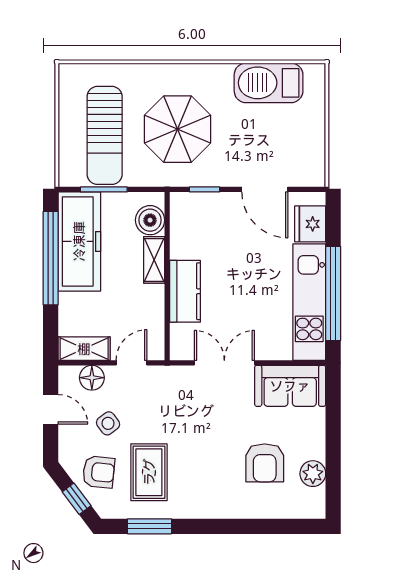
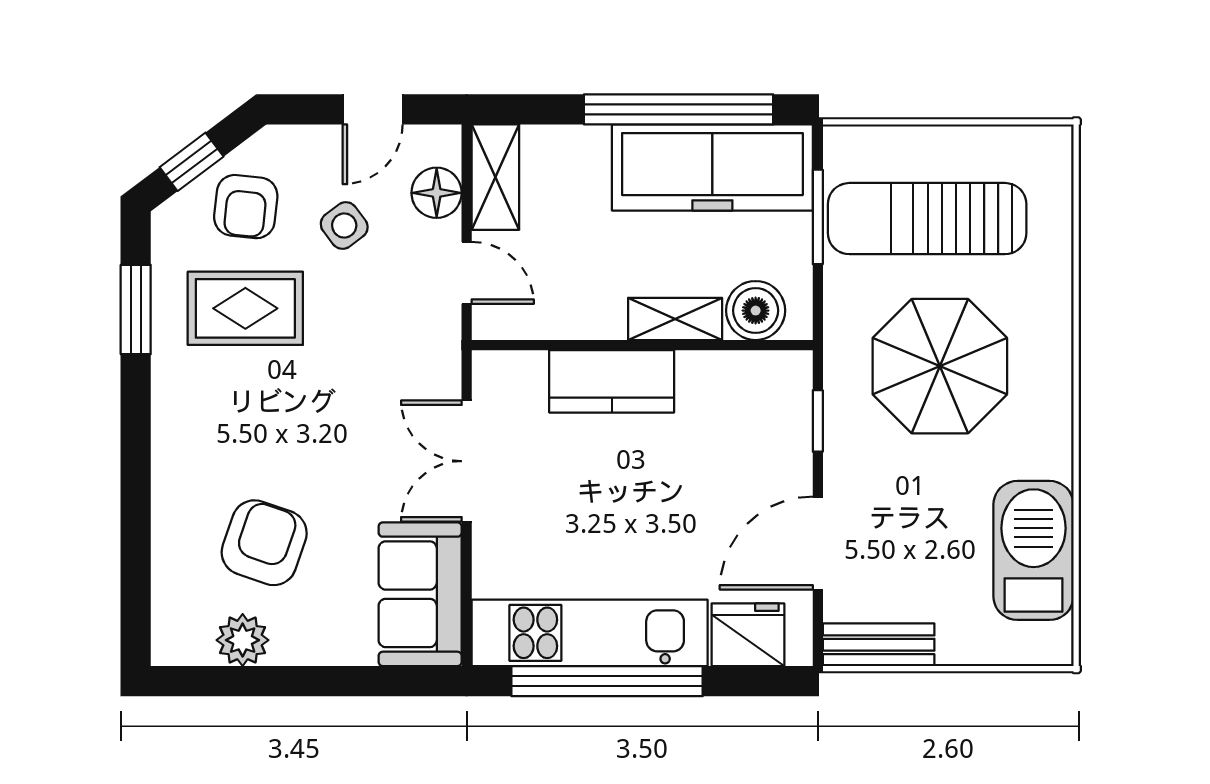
bench: (315, 159) -> (879, 645), added
double door: (224, 363) -> (467, 461), swing flipped
armchair: (265, 463) -> (264, 543), turned 109

